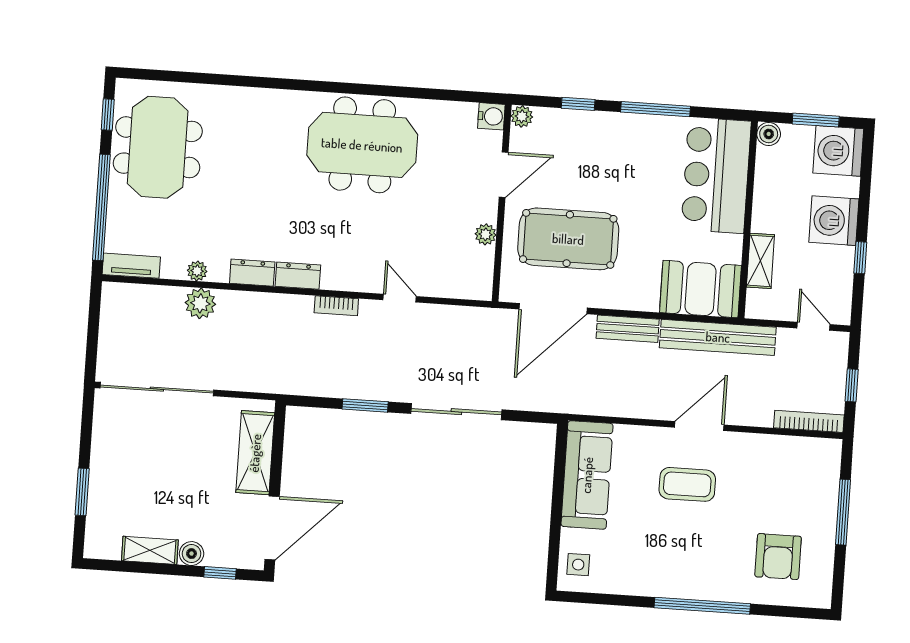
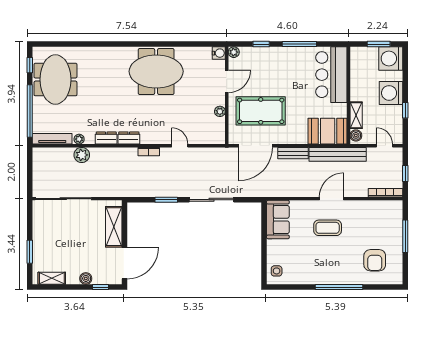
boiler: (769, 134) -> (356, 135), moved
tv unit: (131, 266) -> (52, 139), width x1.41
sofa: (587, 475) -> (278, 220), width x0.73
shelving: (150, 550) -> (52, 278), moved

